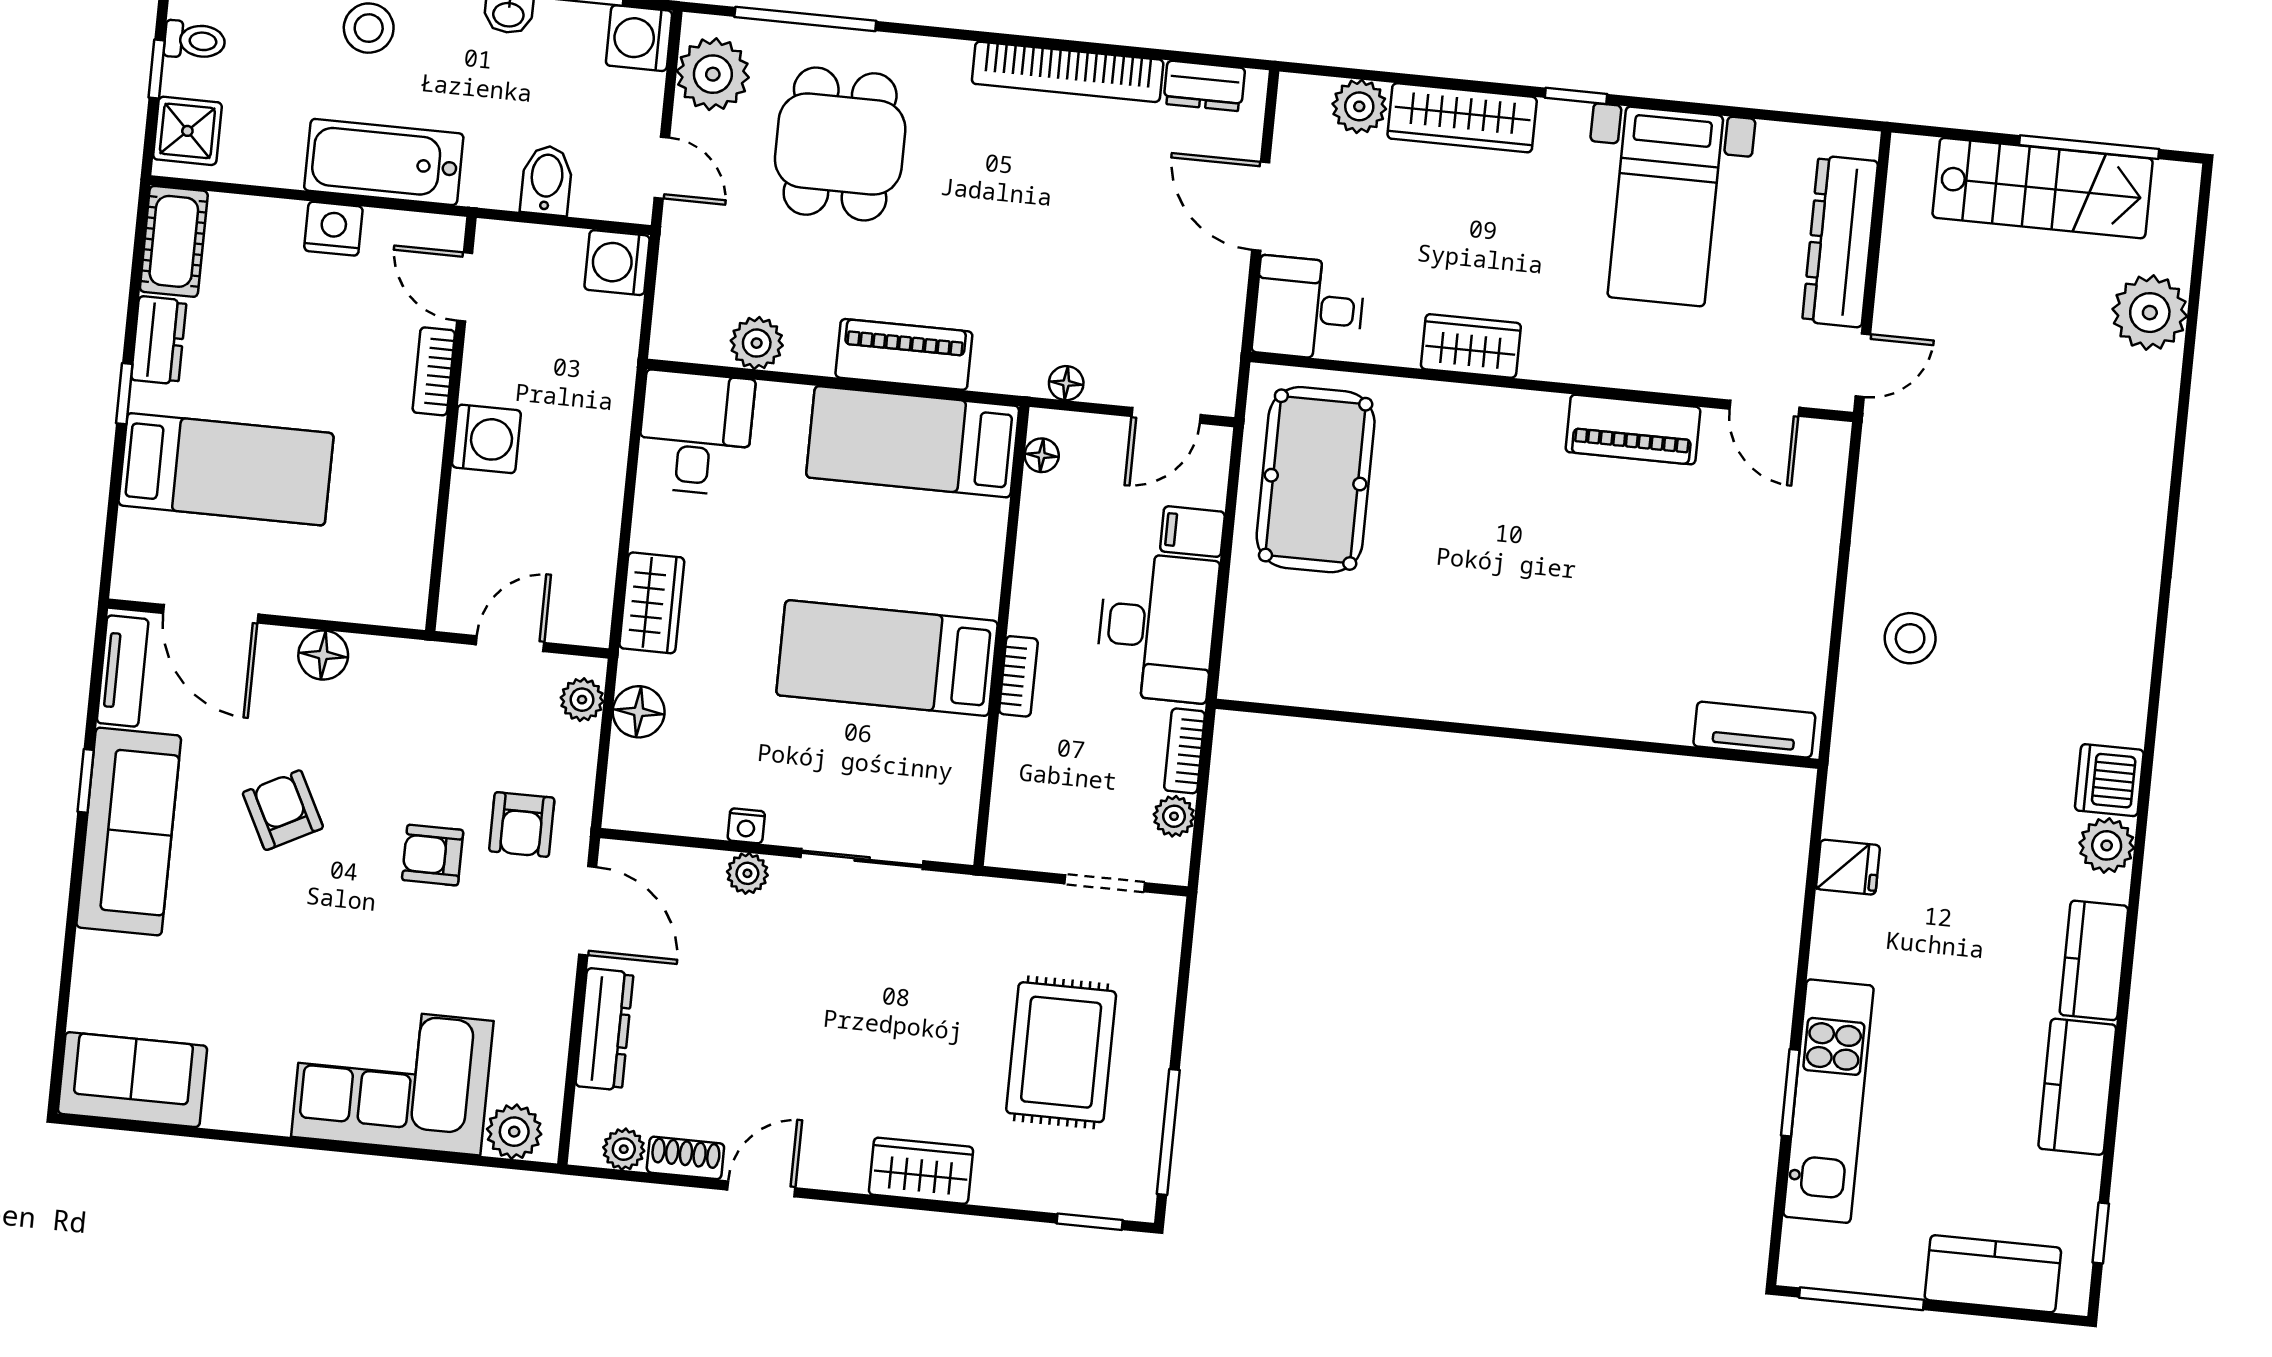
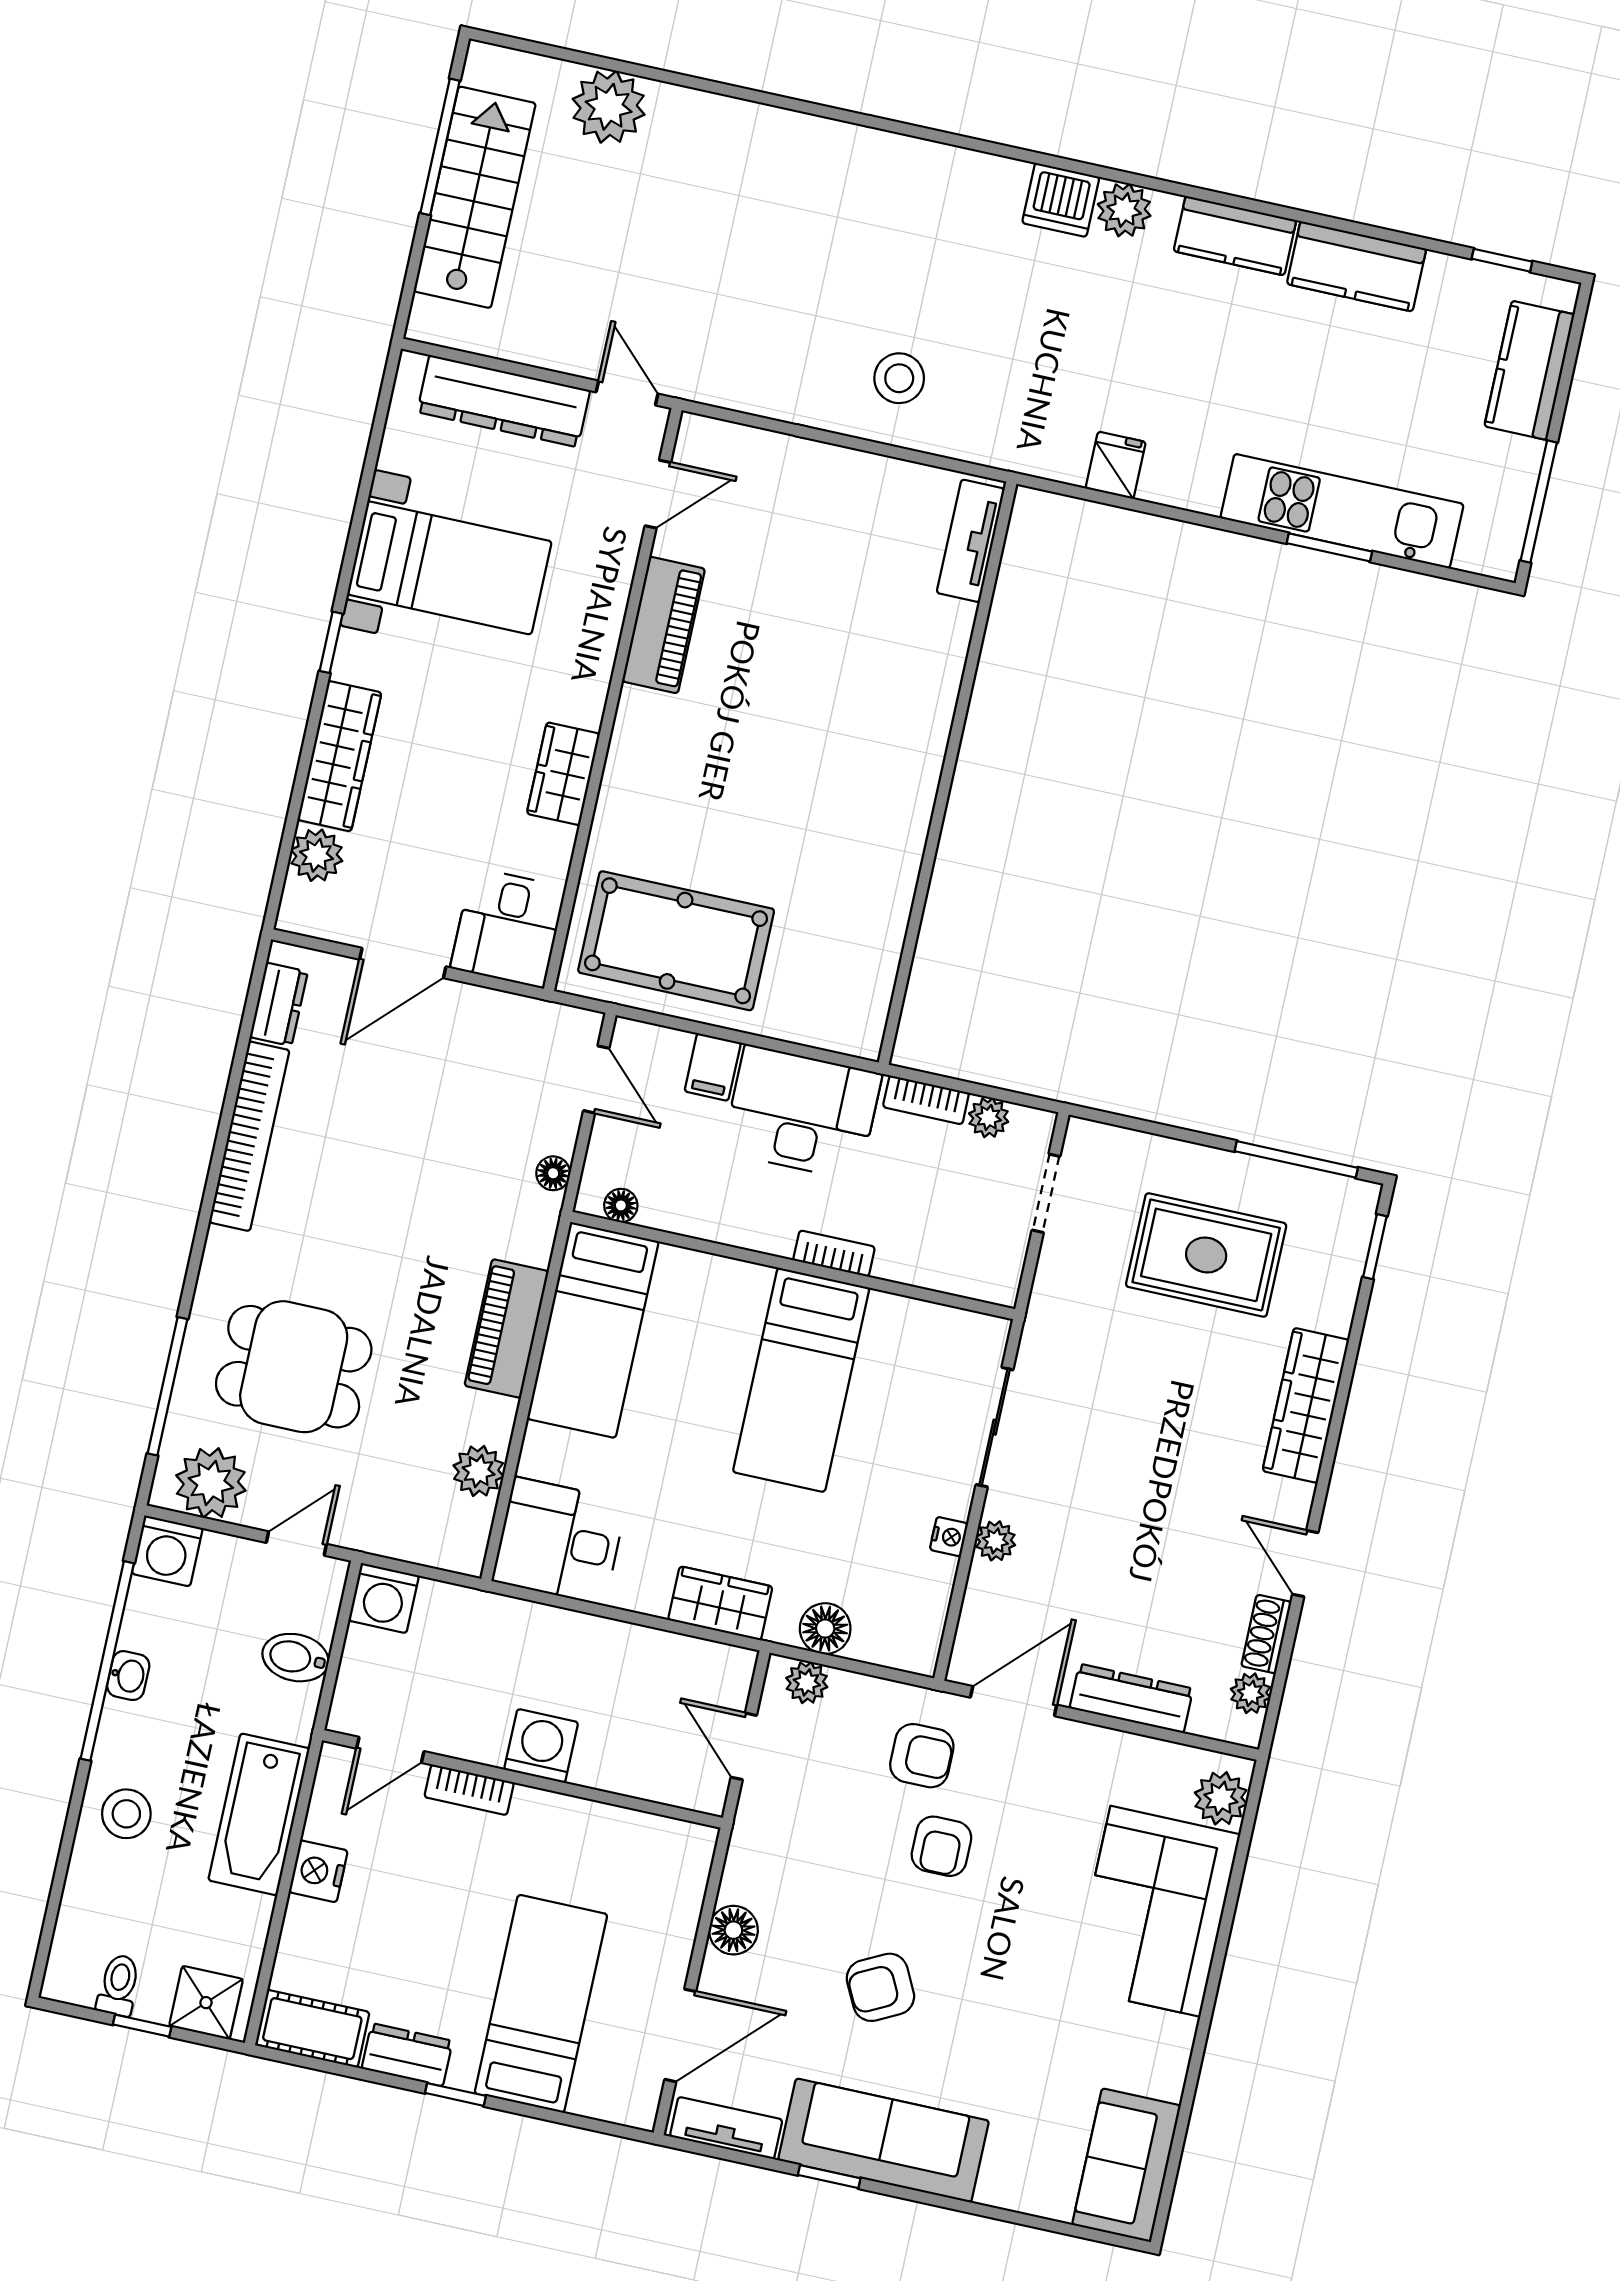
wardrobe: (921, 1171) -> (1306, 1405), width x1.50

